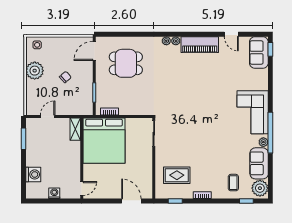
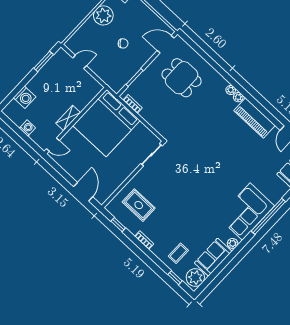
shelving: (75, 129) -> (68, 118), moved
window: (270, 133) -> (268, 216), moved

